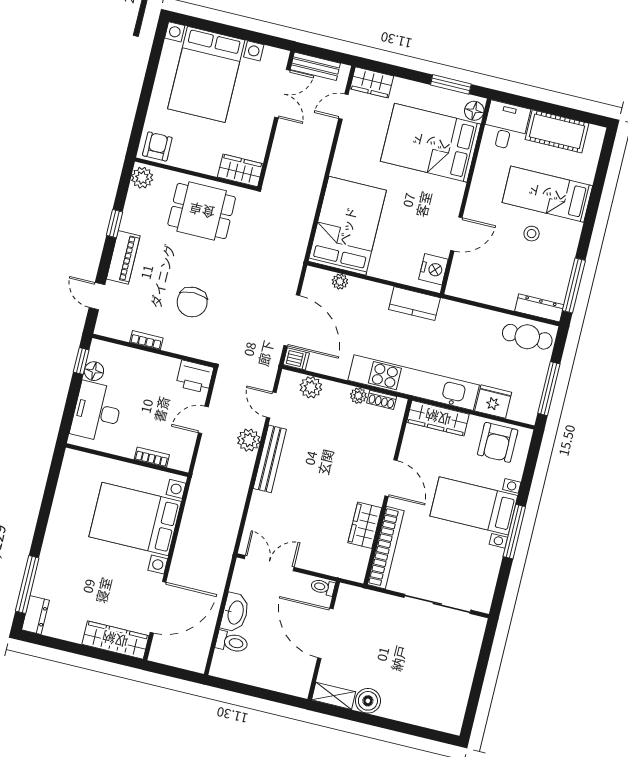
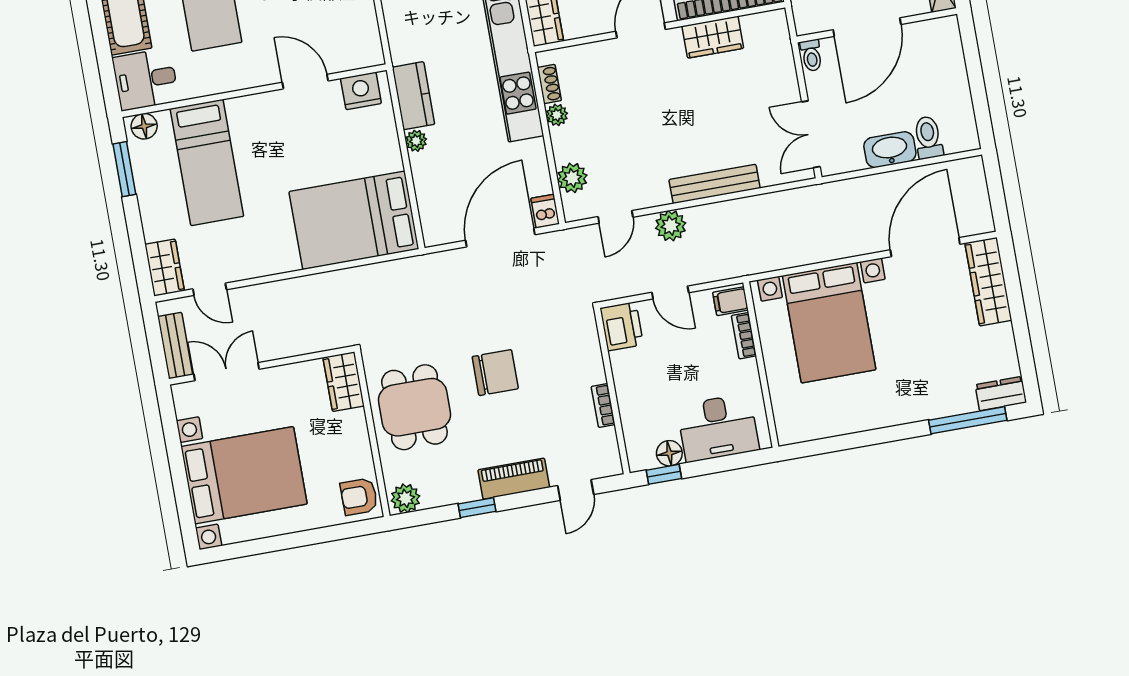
bed: (431, 143) -> (207, 162), width x0.67
plant: (340, 282) -> (416, 141), moved
chair: (192, 302) -> (495, 373), moved
filing cabinet: (179, 458) -> (730, 301), added
bench: (270, 459) -> (715, 184), moved
door: (158, 607) -> (925, 247), hinge flipped

